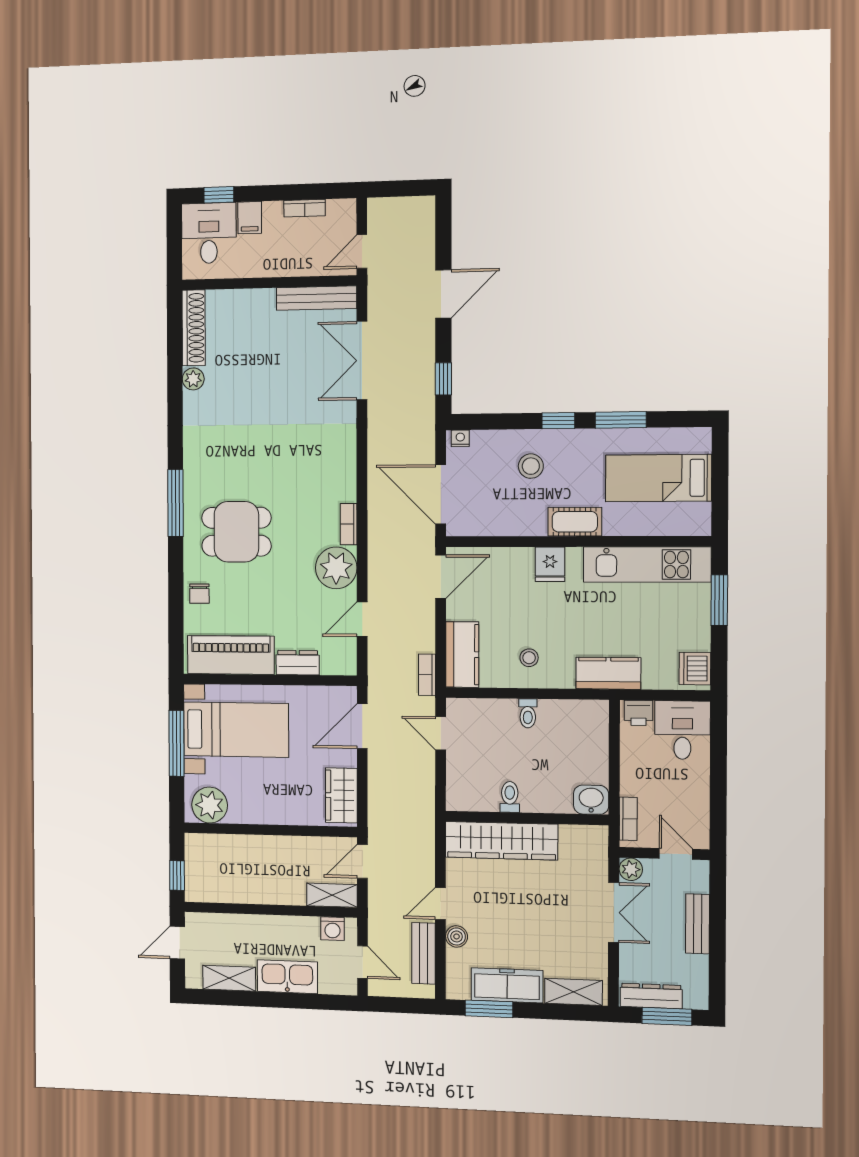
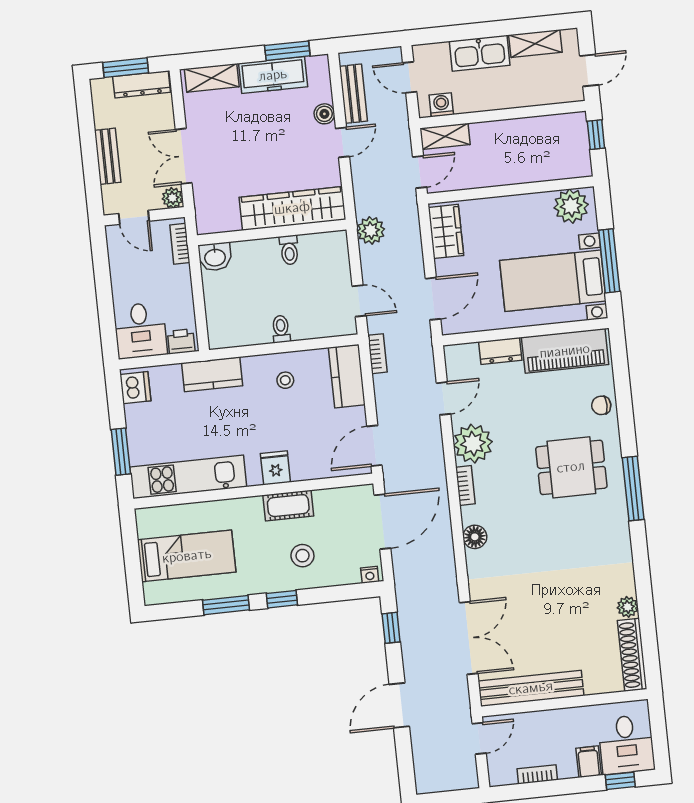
bench: (316, 298) -> (531, 688), width x1.37, depth x1.21
floor lamp: (344, 468) -> (475, 537), added
door: (441, 494) -> (382, 522), hinge flipped
cot: (575, 522) -> (288, 506), moved
chair: (199, 594) -> (601, 405), turned -90
plant: (420, 807) -> (371, 230), added

